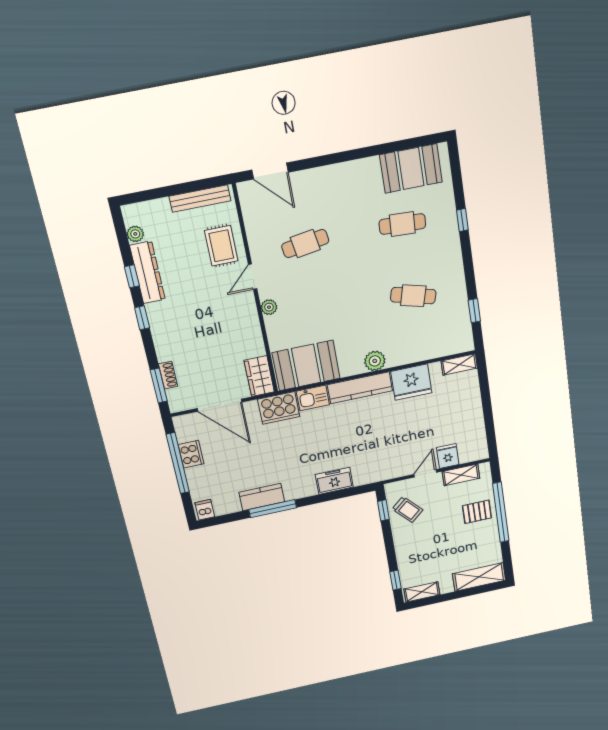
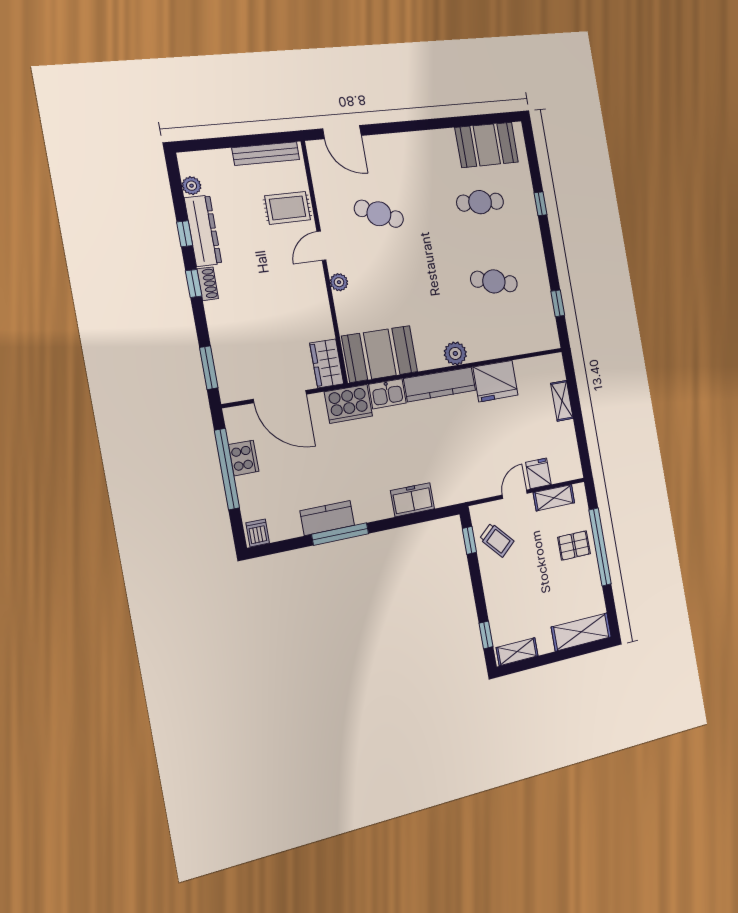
cafe table: (305, 244) -> (379, 214), turned 33
rug: (221, 246) -> (288, 208), turned 90
shelving: (459, 365) -> (562, 401), moved, turned 90
shoe rack: (168, 375) -> (208, 284), moved

